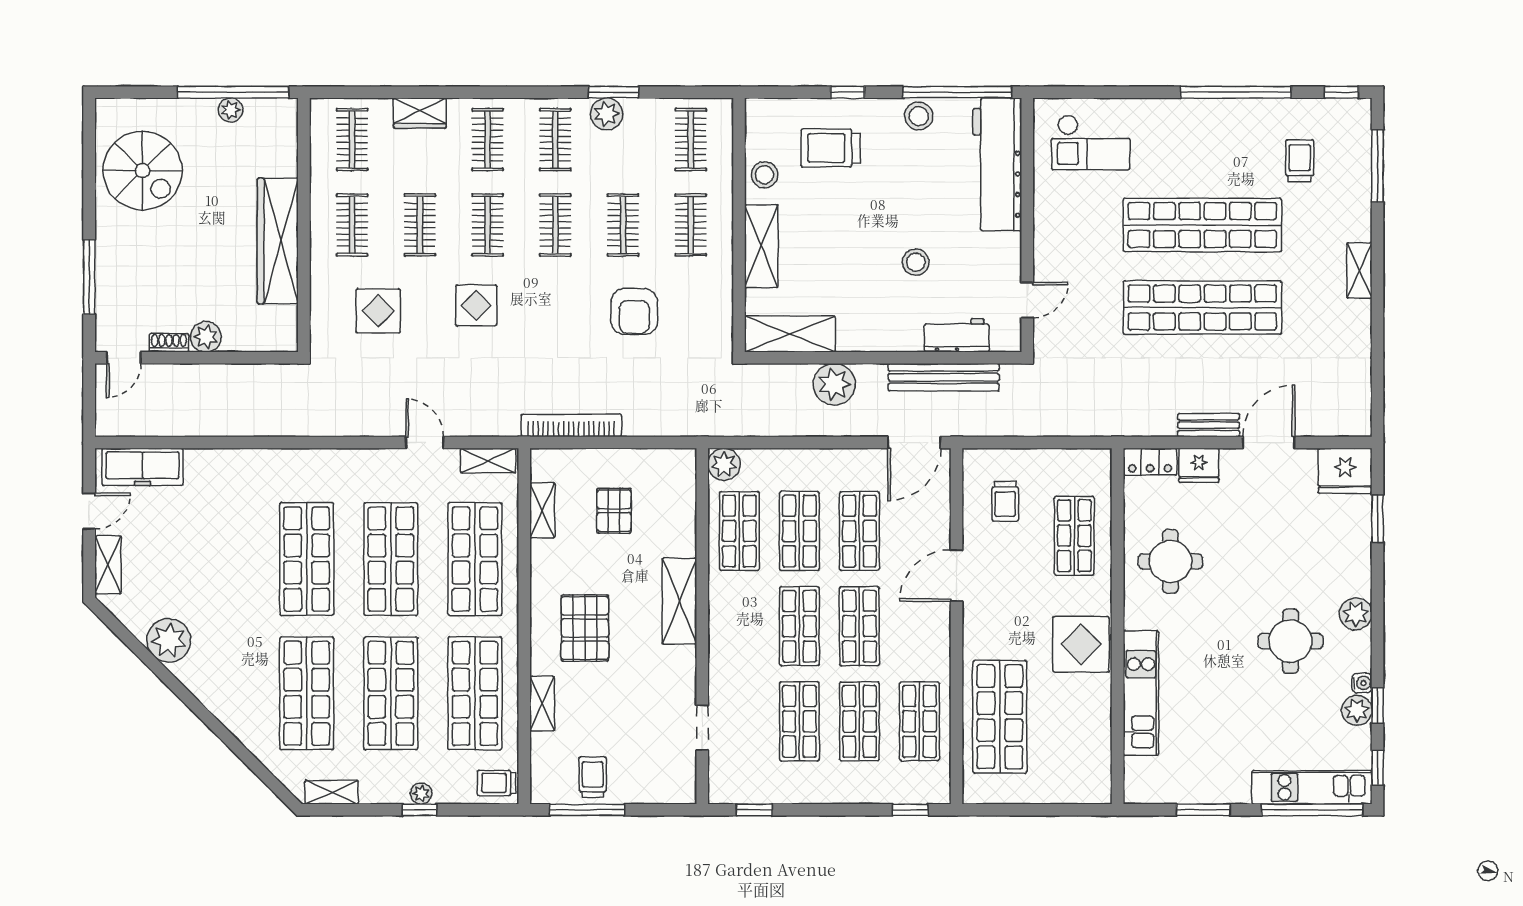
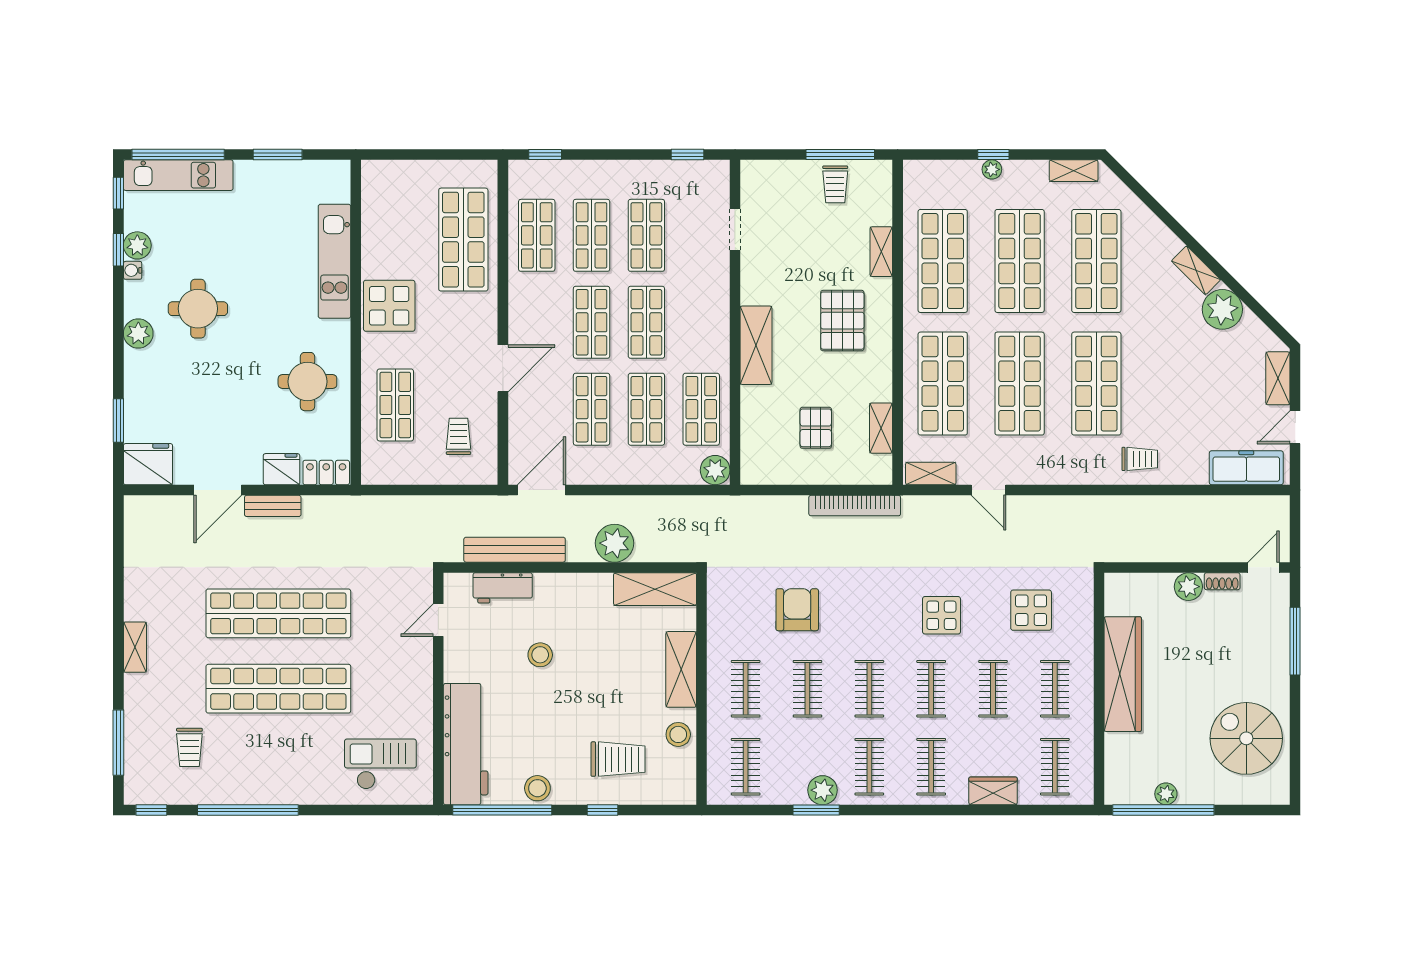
shelving: (198, 683) -> (1196, 270), added
trolley: (497, 783) -> (1140, 459), moved

